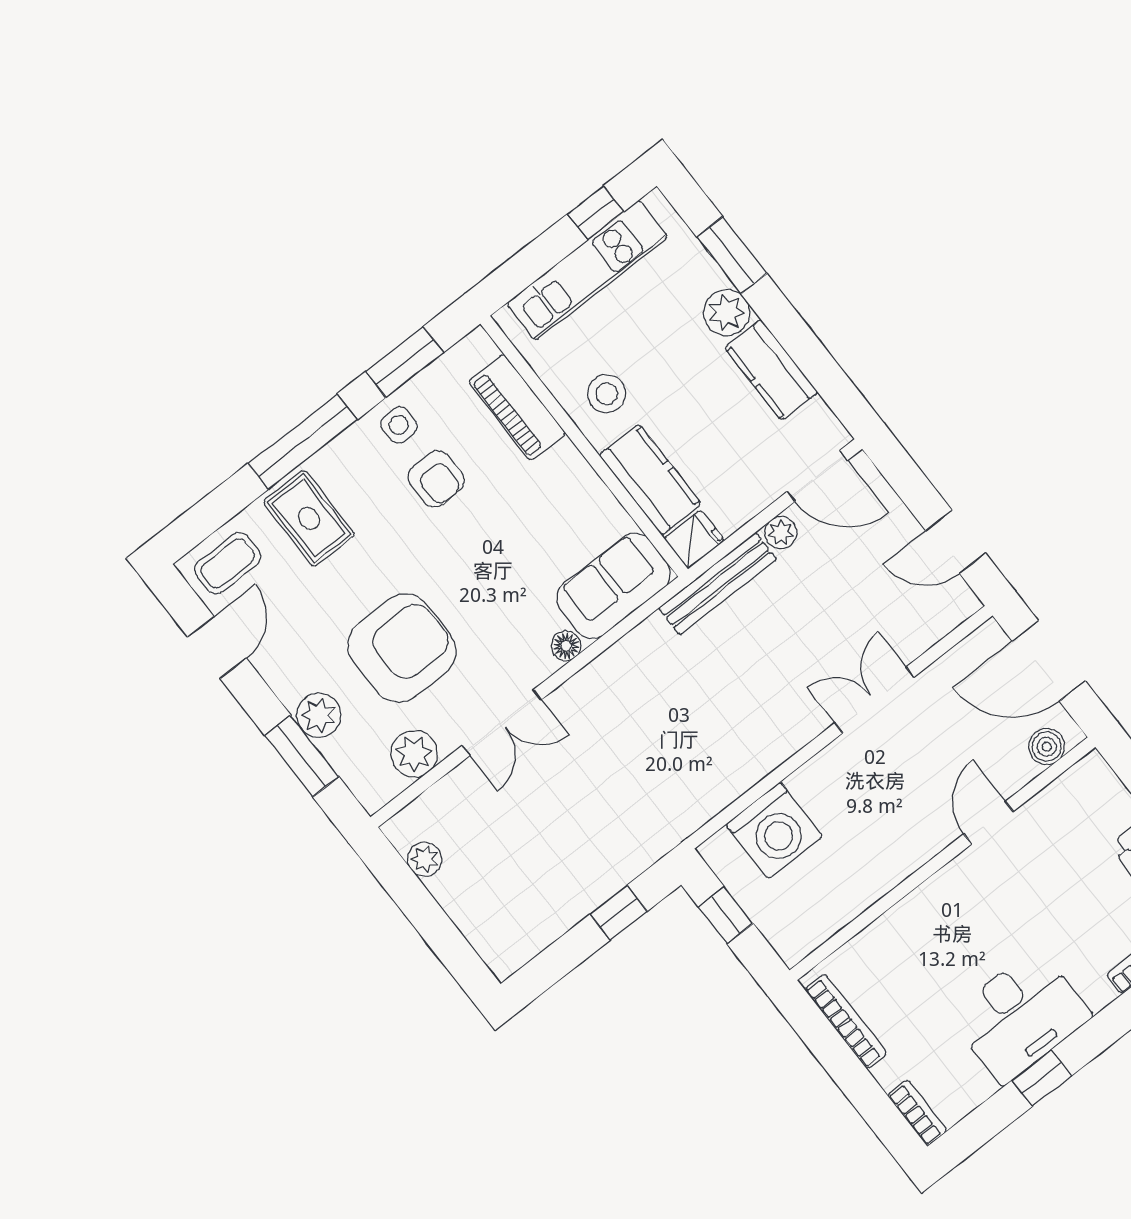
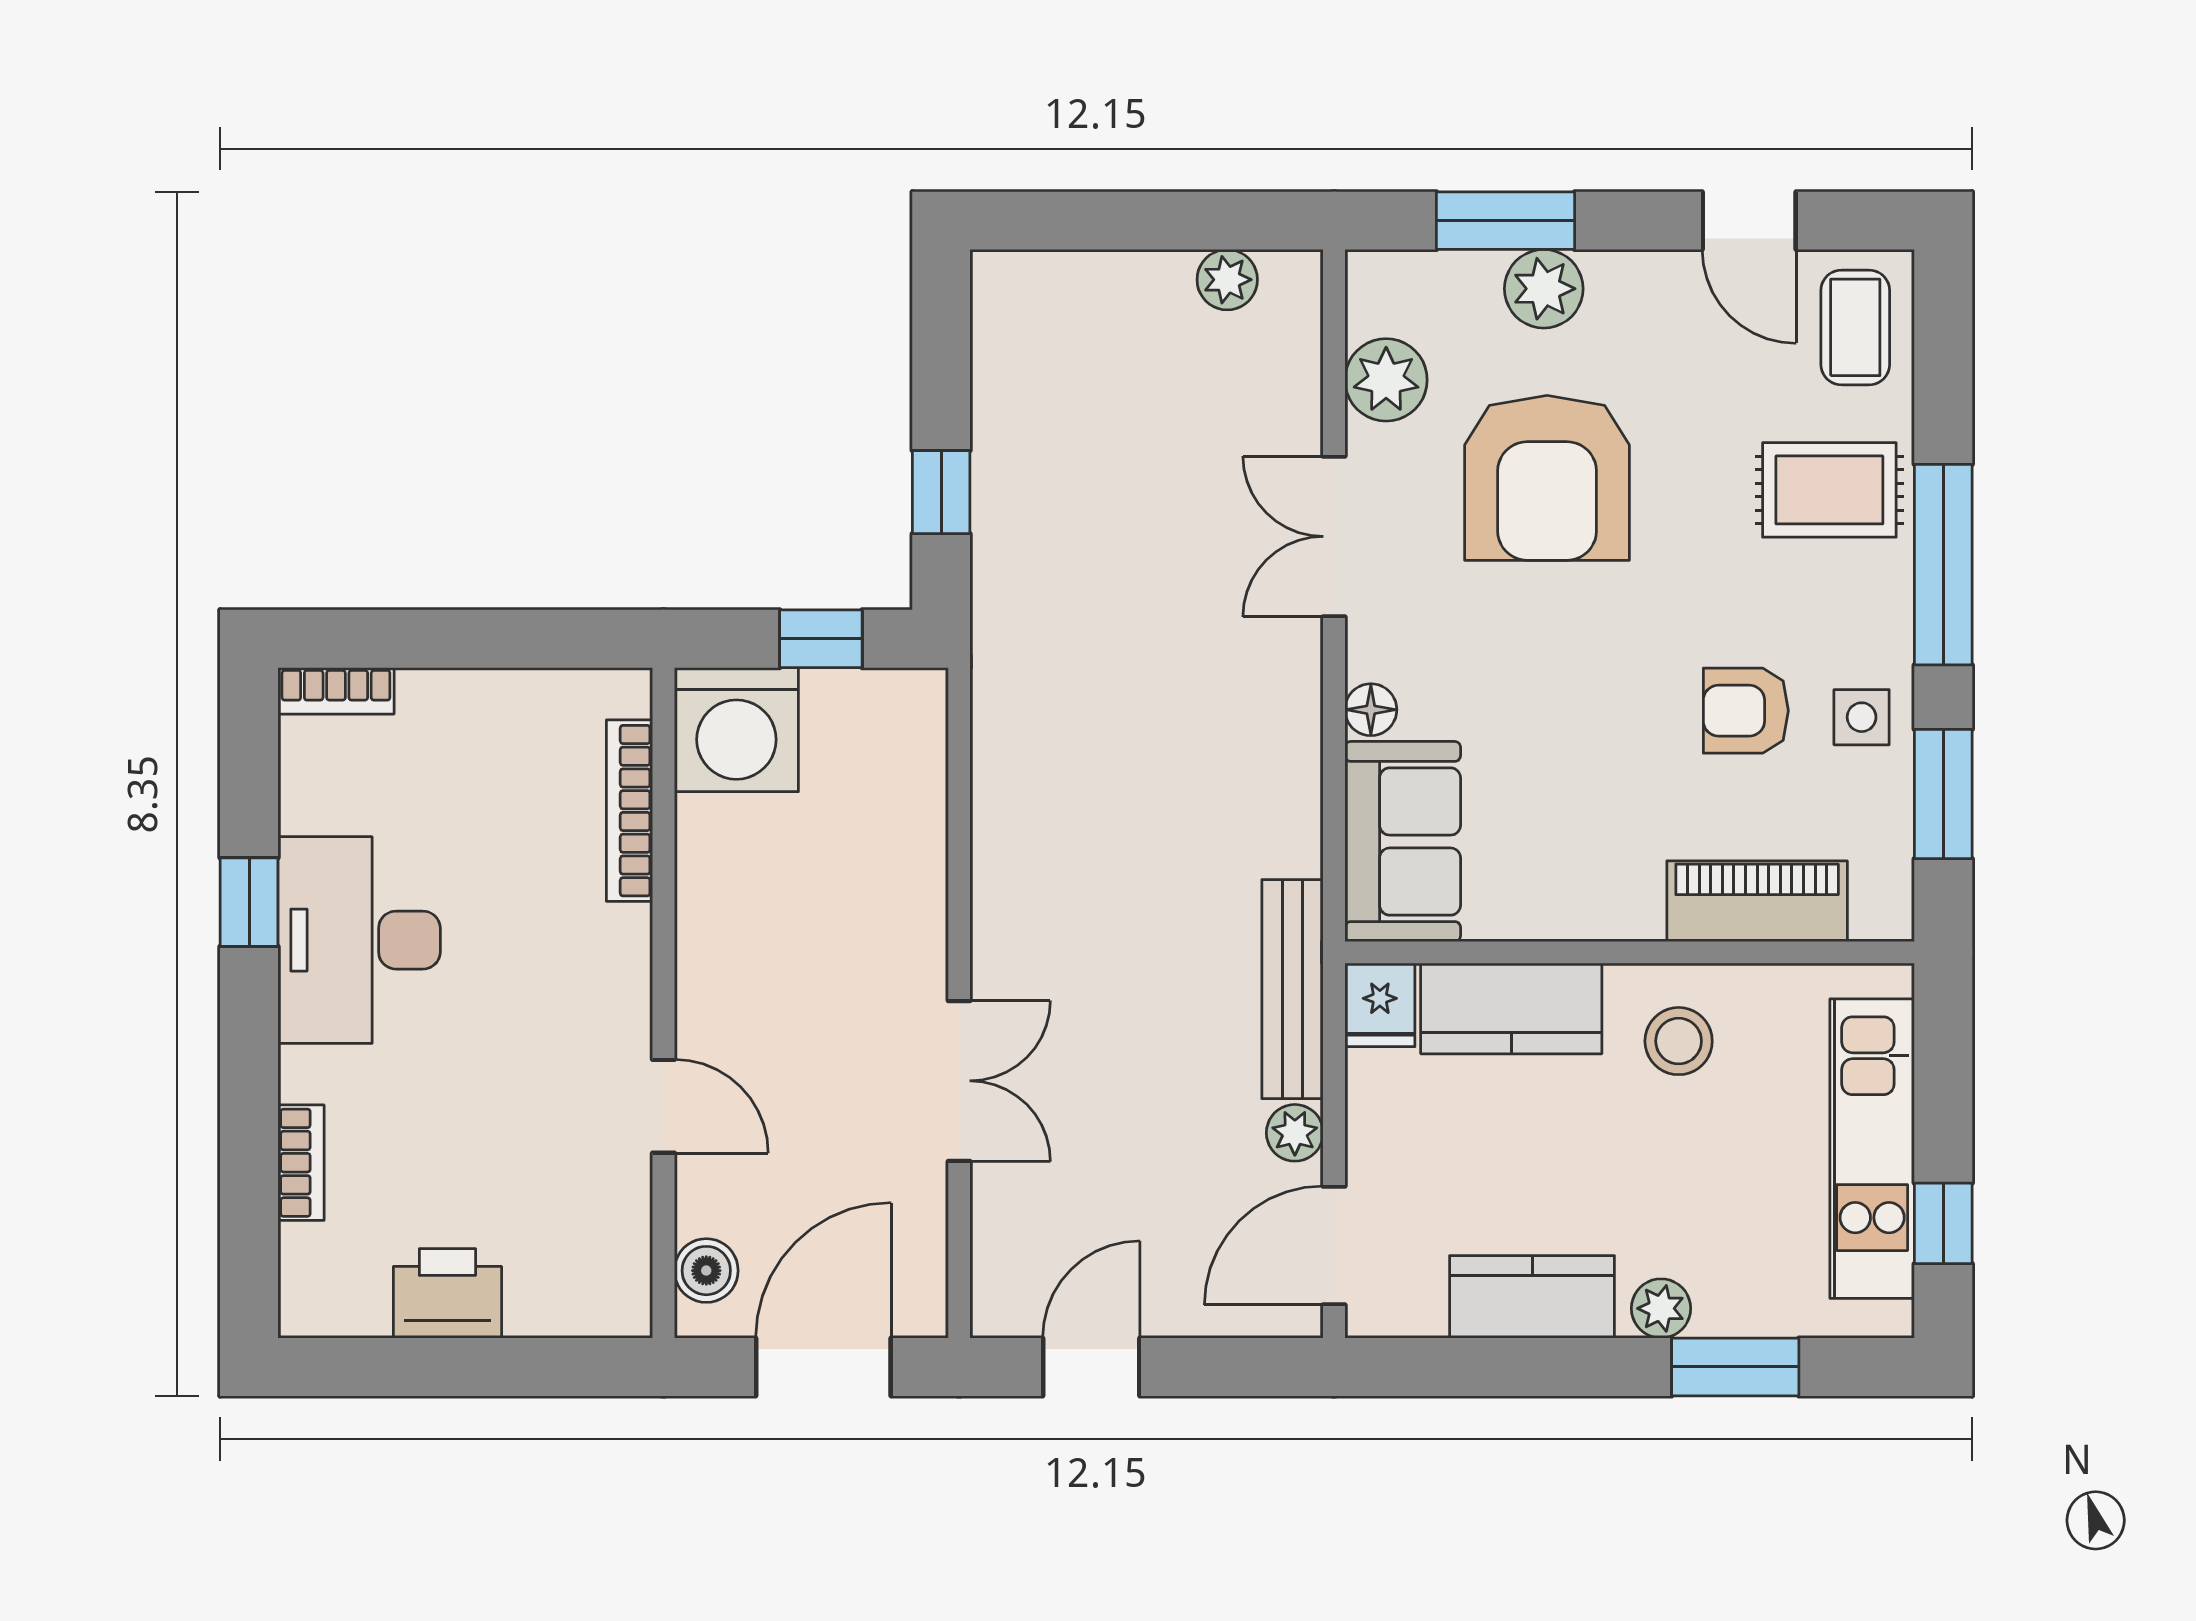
plant: (727, 313) -> (1661, 1308), width x0.73, depth x0.73
washing machine: (774, 830) -> (736, 730), moved, turned -90
bookcase: (846, 1021) -> (630, 811), moved, turned 90

